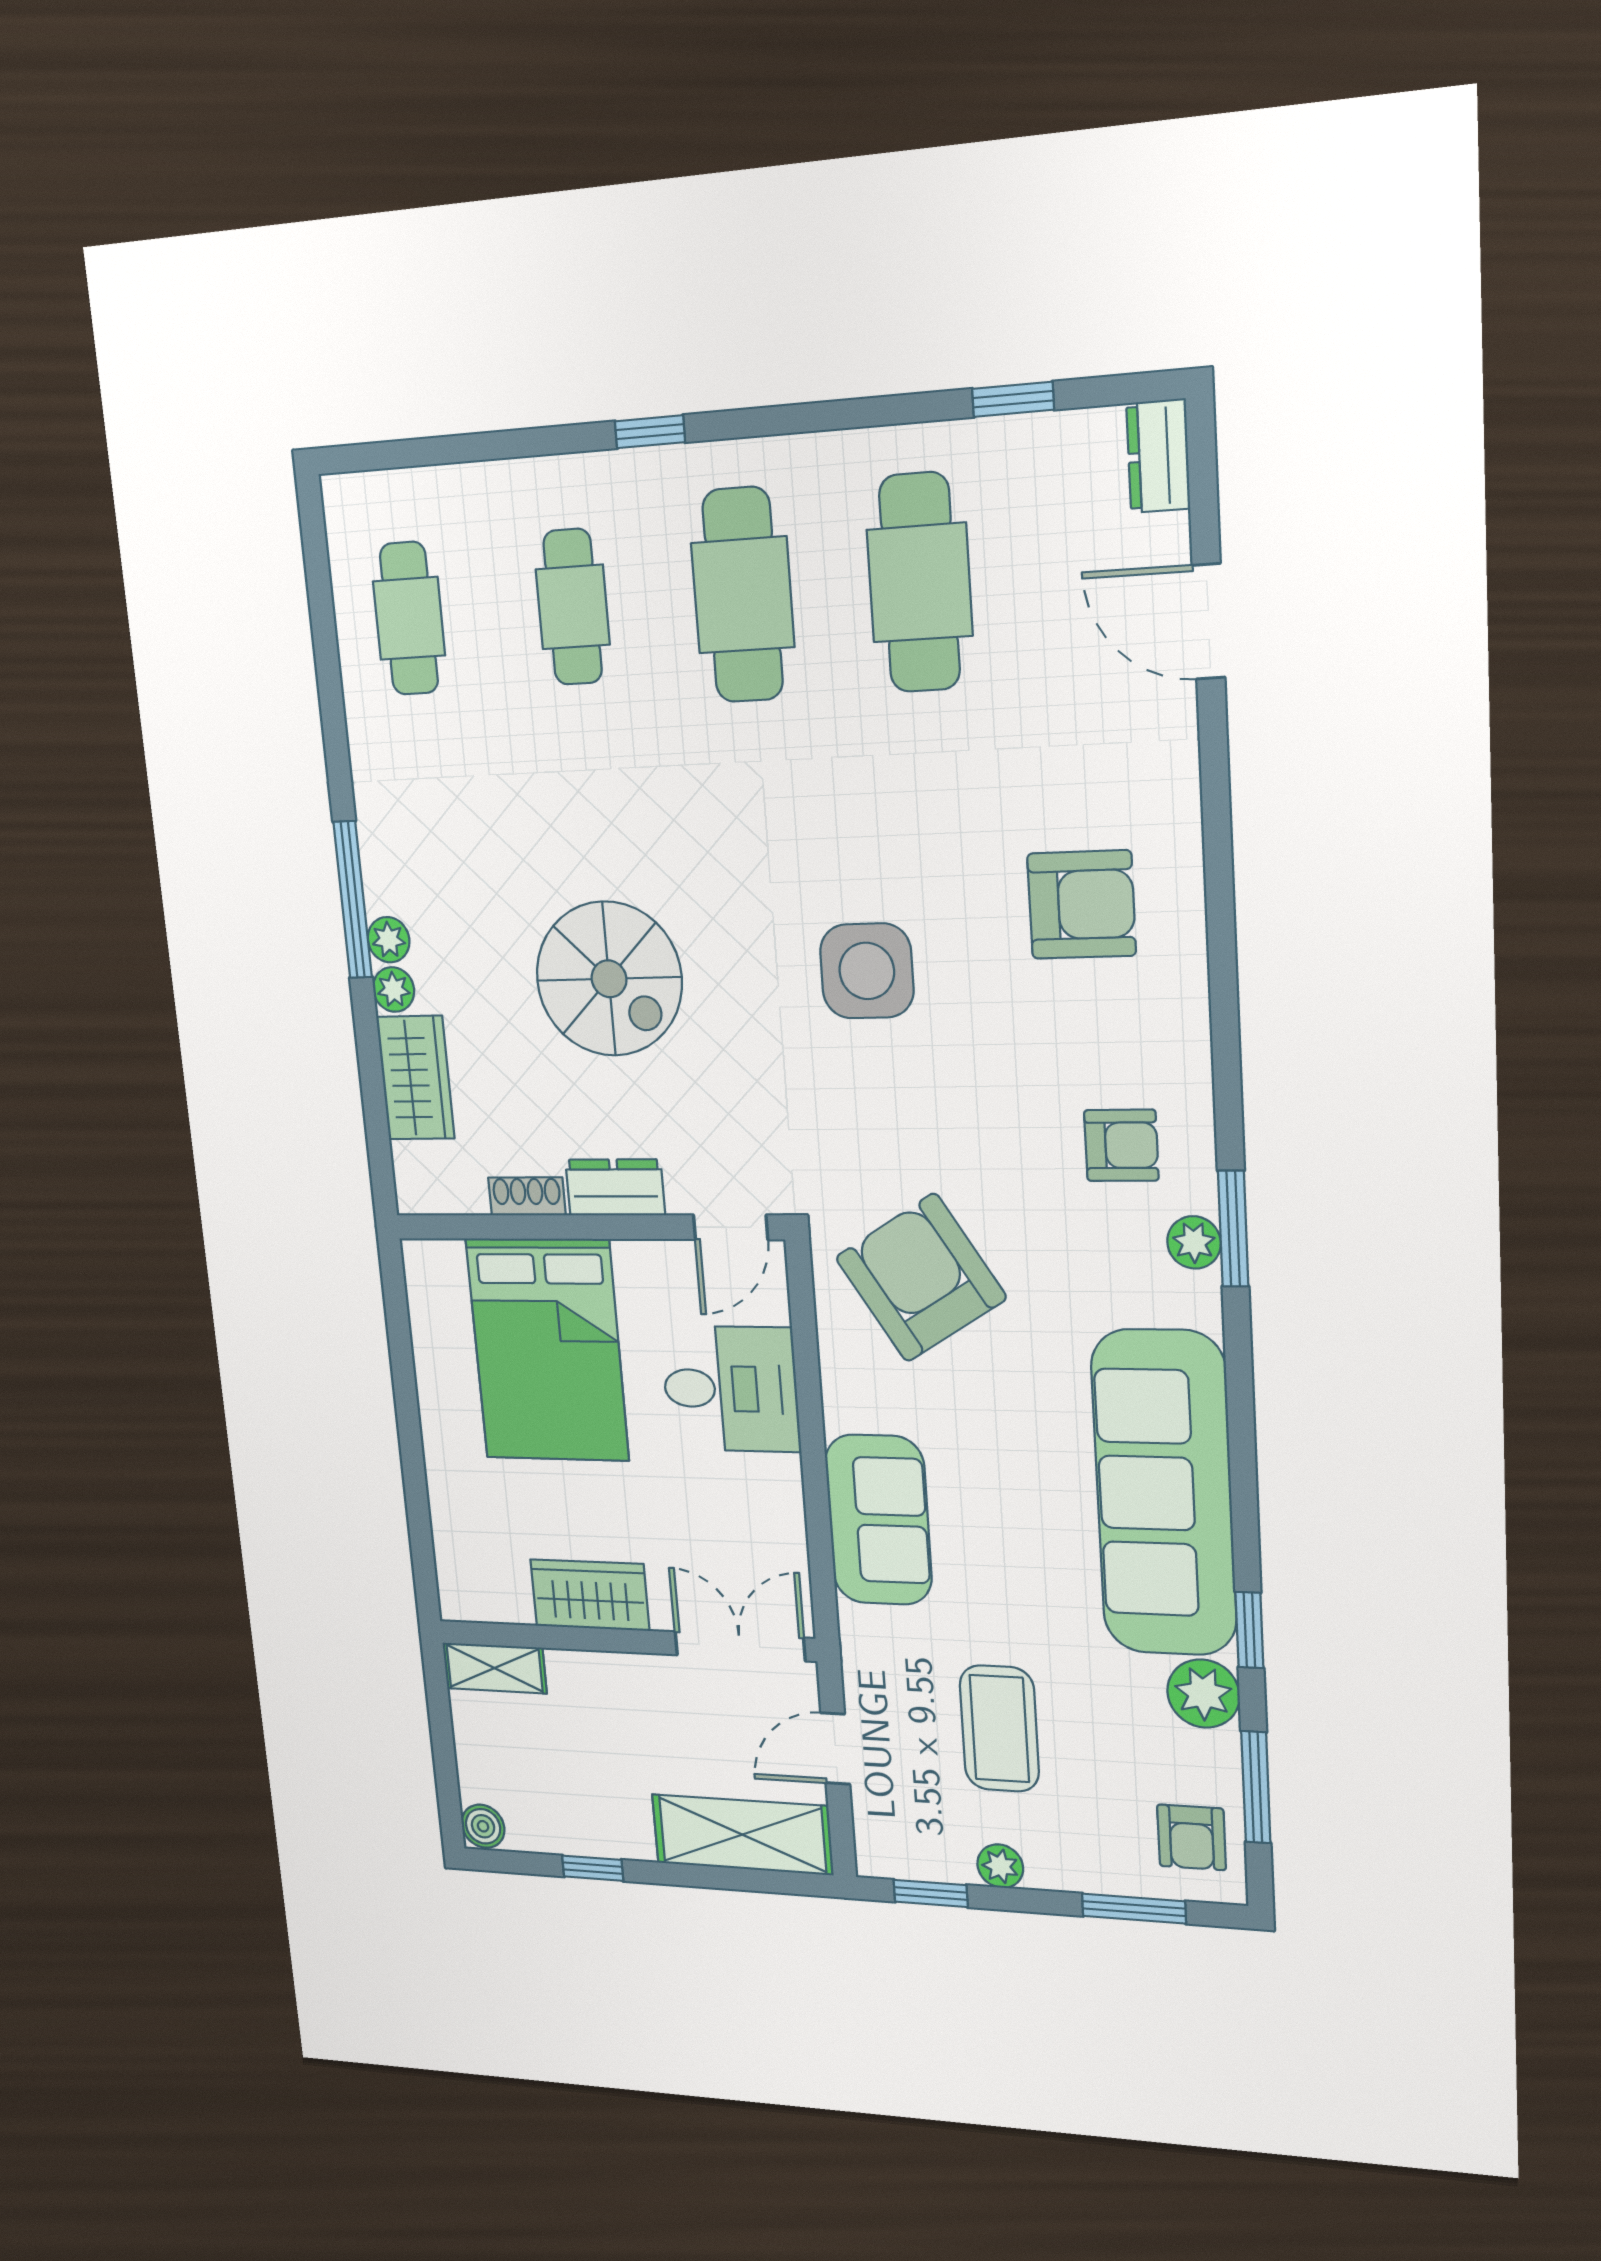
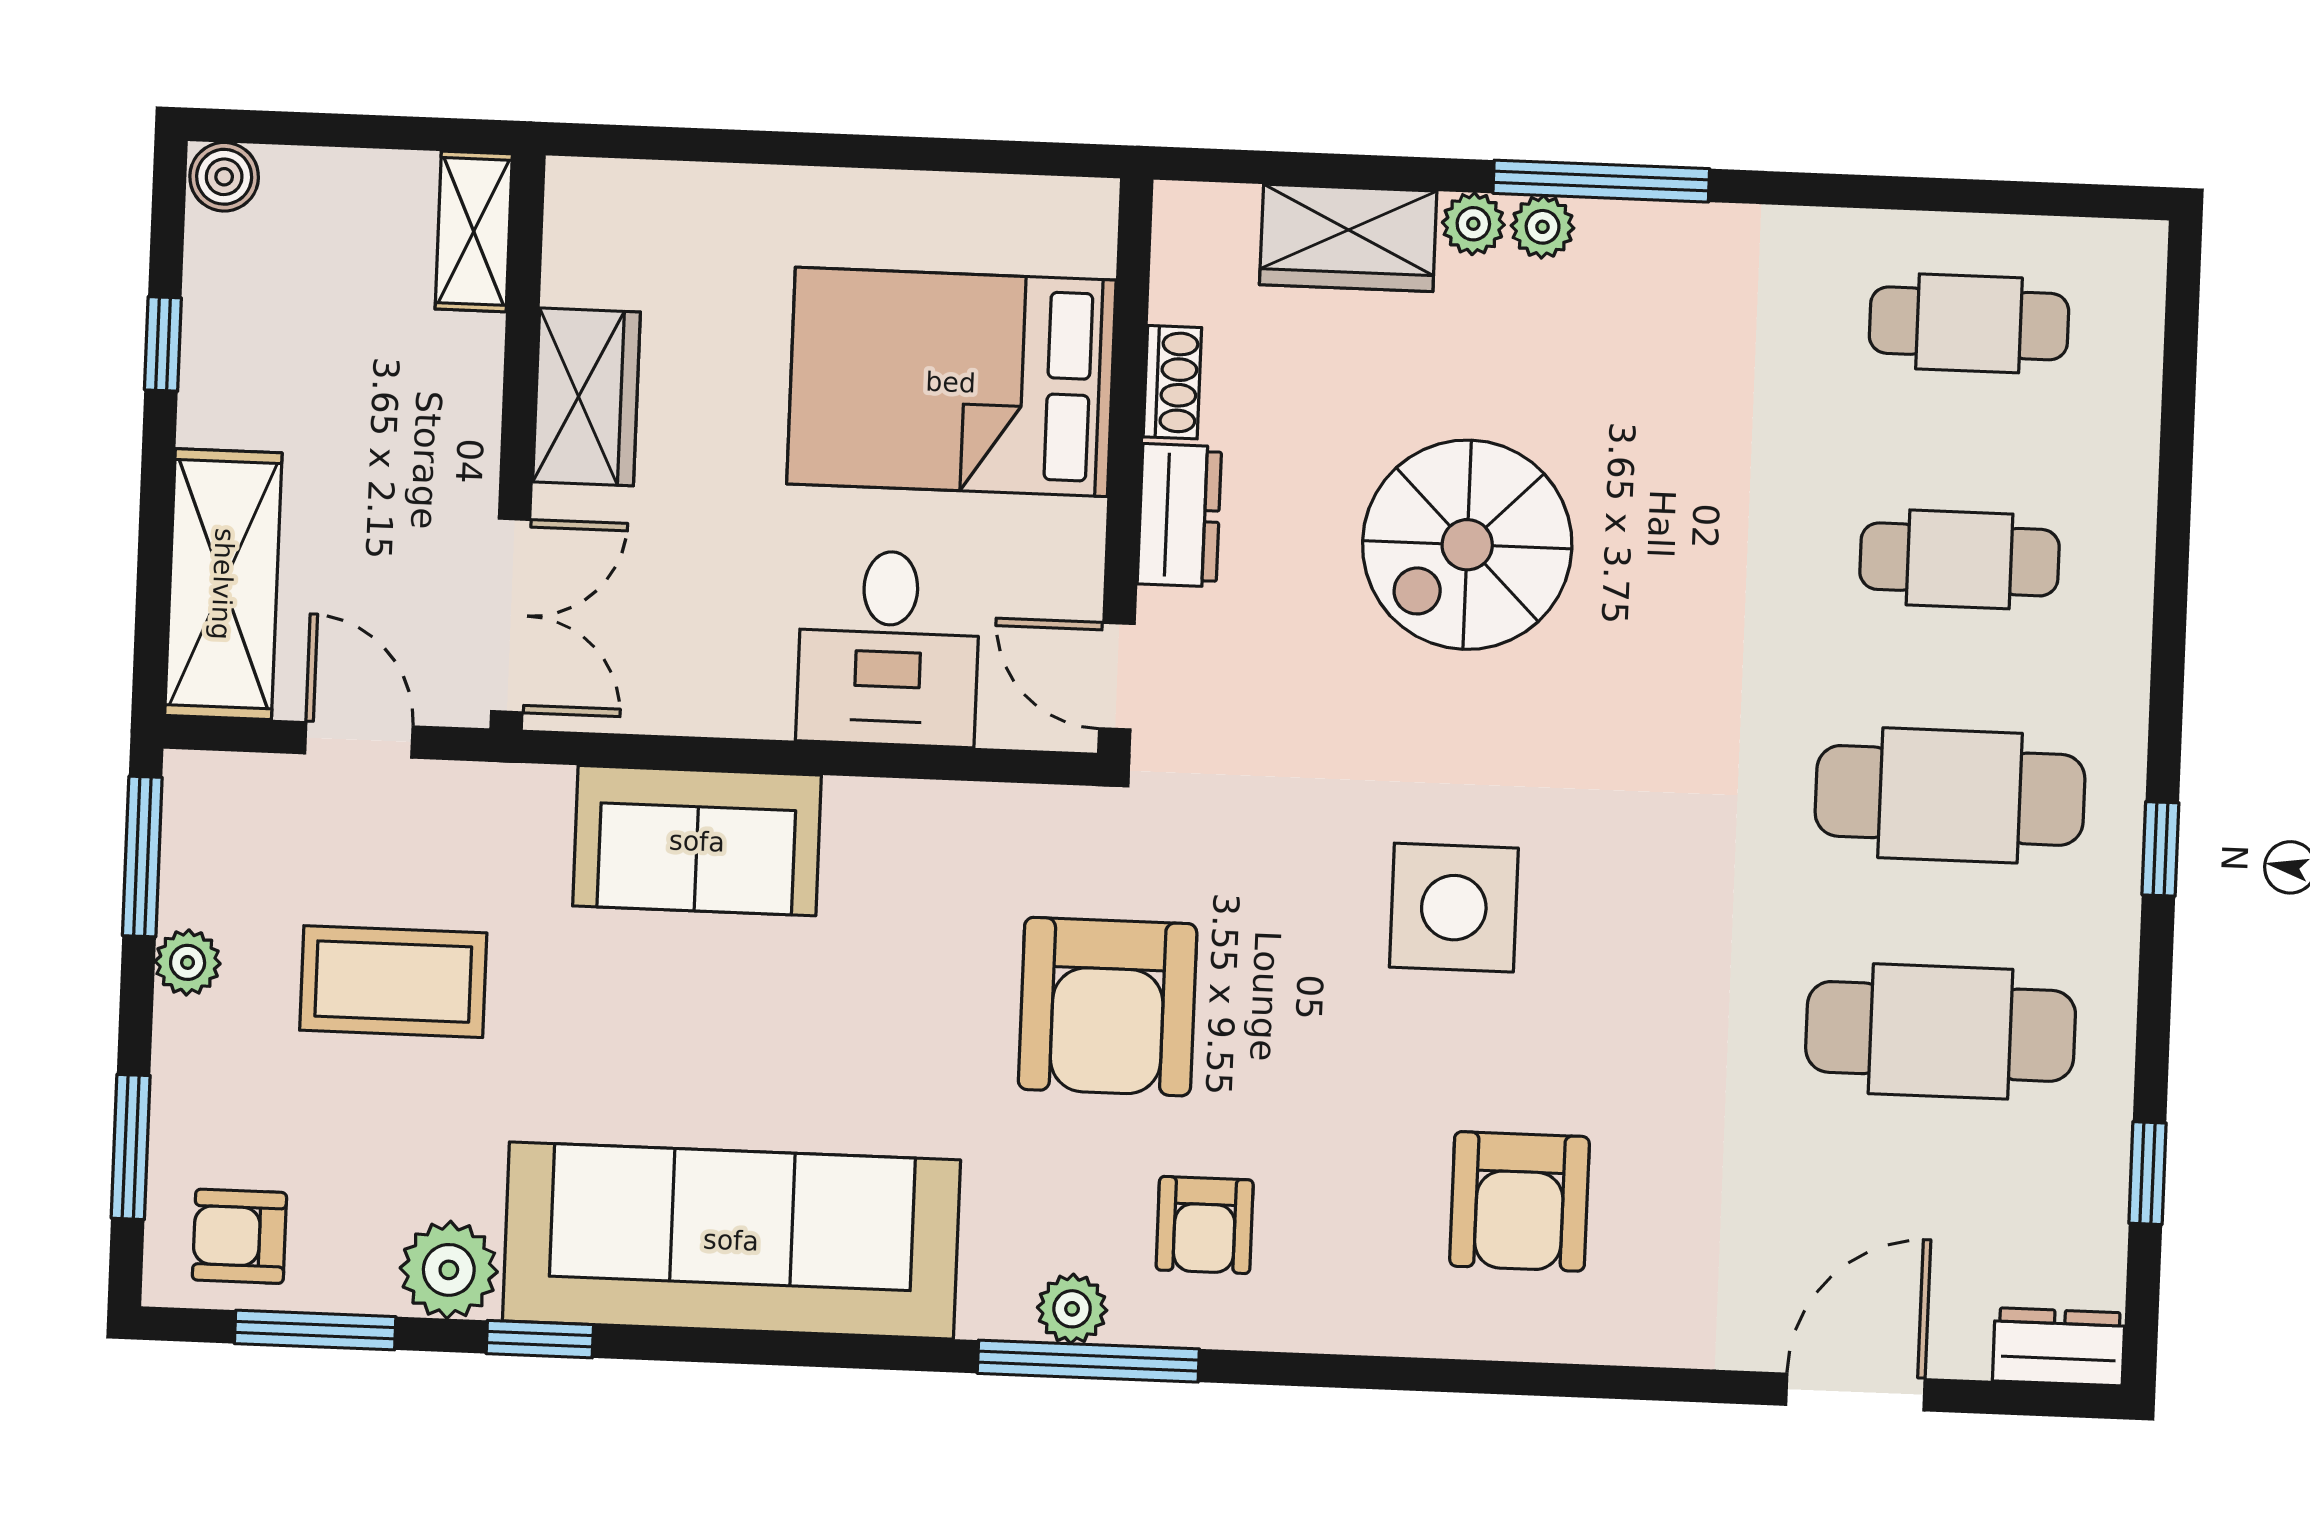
window: (650, 432) -> (2160, 849), moved
window: (1233, 1229) -> (1088, 1361), width x1.44
armchair: (921, 1278) -> (1108, 1007), moved, turned 122
window: (931, 1893) -> (142, 857), width x1.50

